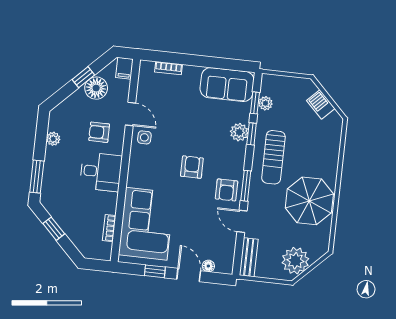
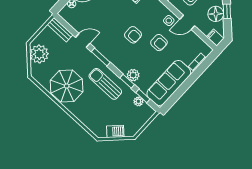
sofa: (227, 85) -> (169, 83), width x1.36
armchair: (227, 190) -> (159, 43), moved, turned 180

